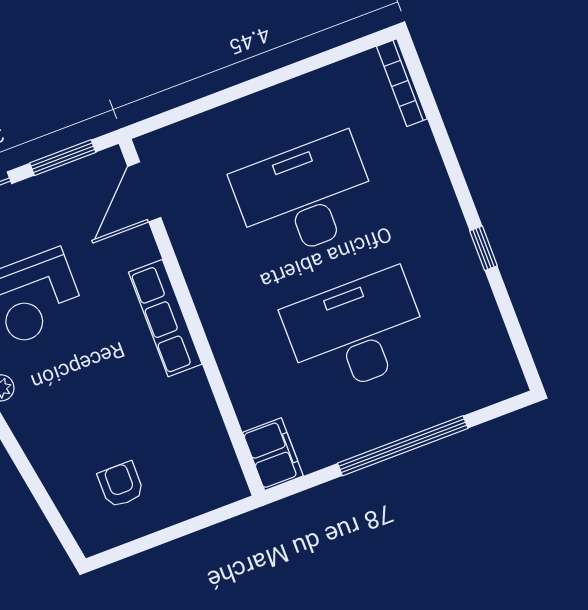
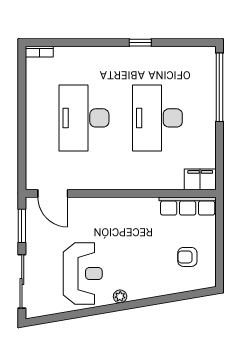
bookcase: (402, 83) -> (39, 52), width x0.64
row of seats: (165, 318) -> (188, 206), moved
window: (403, 446) -> (219, 87), moved

